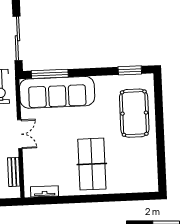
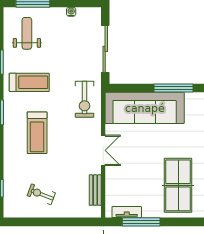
window: (50, 74) -> (173, 88), moved
window: (58, 200) -> (141, 222), added

